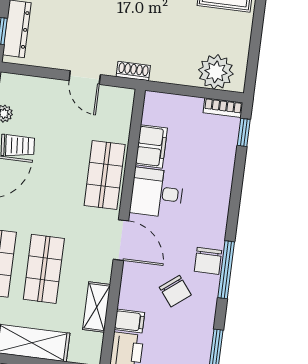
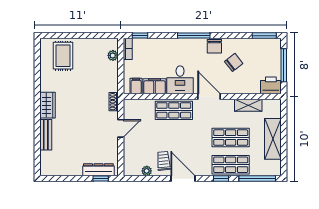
plant: (216, 72) -> (113, 55), width x0.53, depth x0.53
door: (121, 240) -> (209, 96), hinge flipped
chair: (208, 261) -> (214, 46), turned 90
window: (226, 270) -> (194, 36), moved
filing cabinet: (129, 321) -> (136, 86), moved

